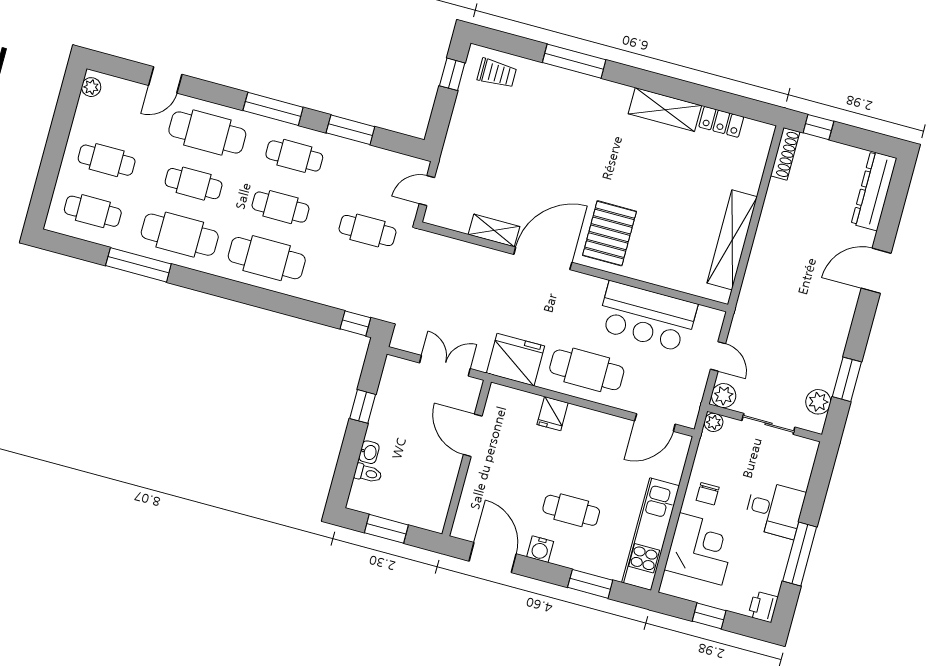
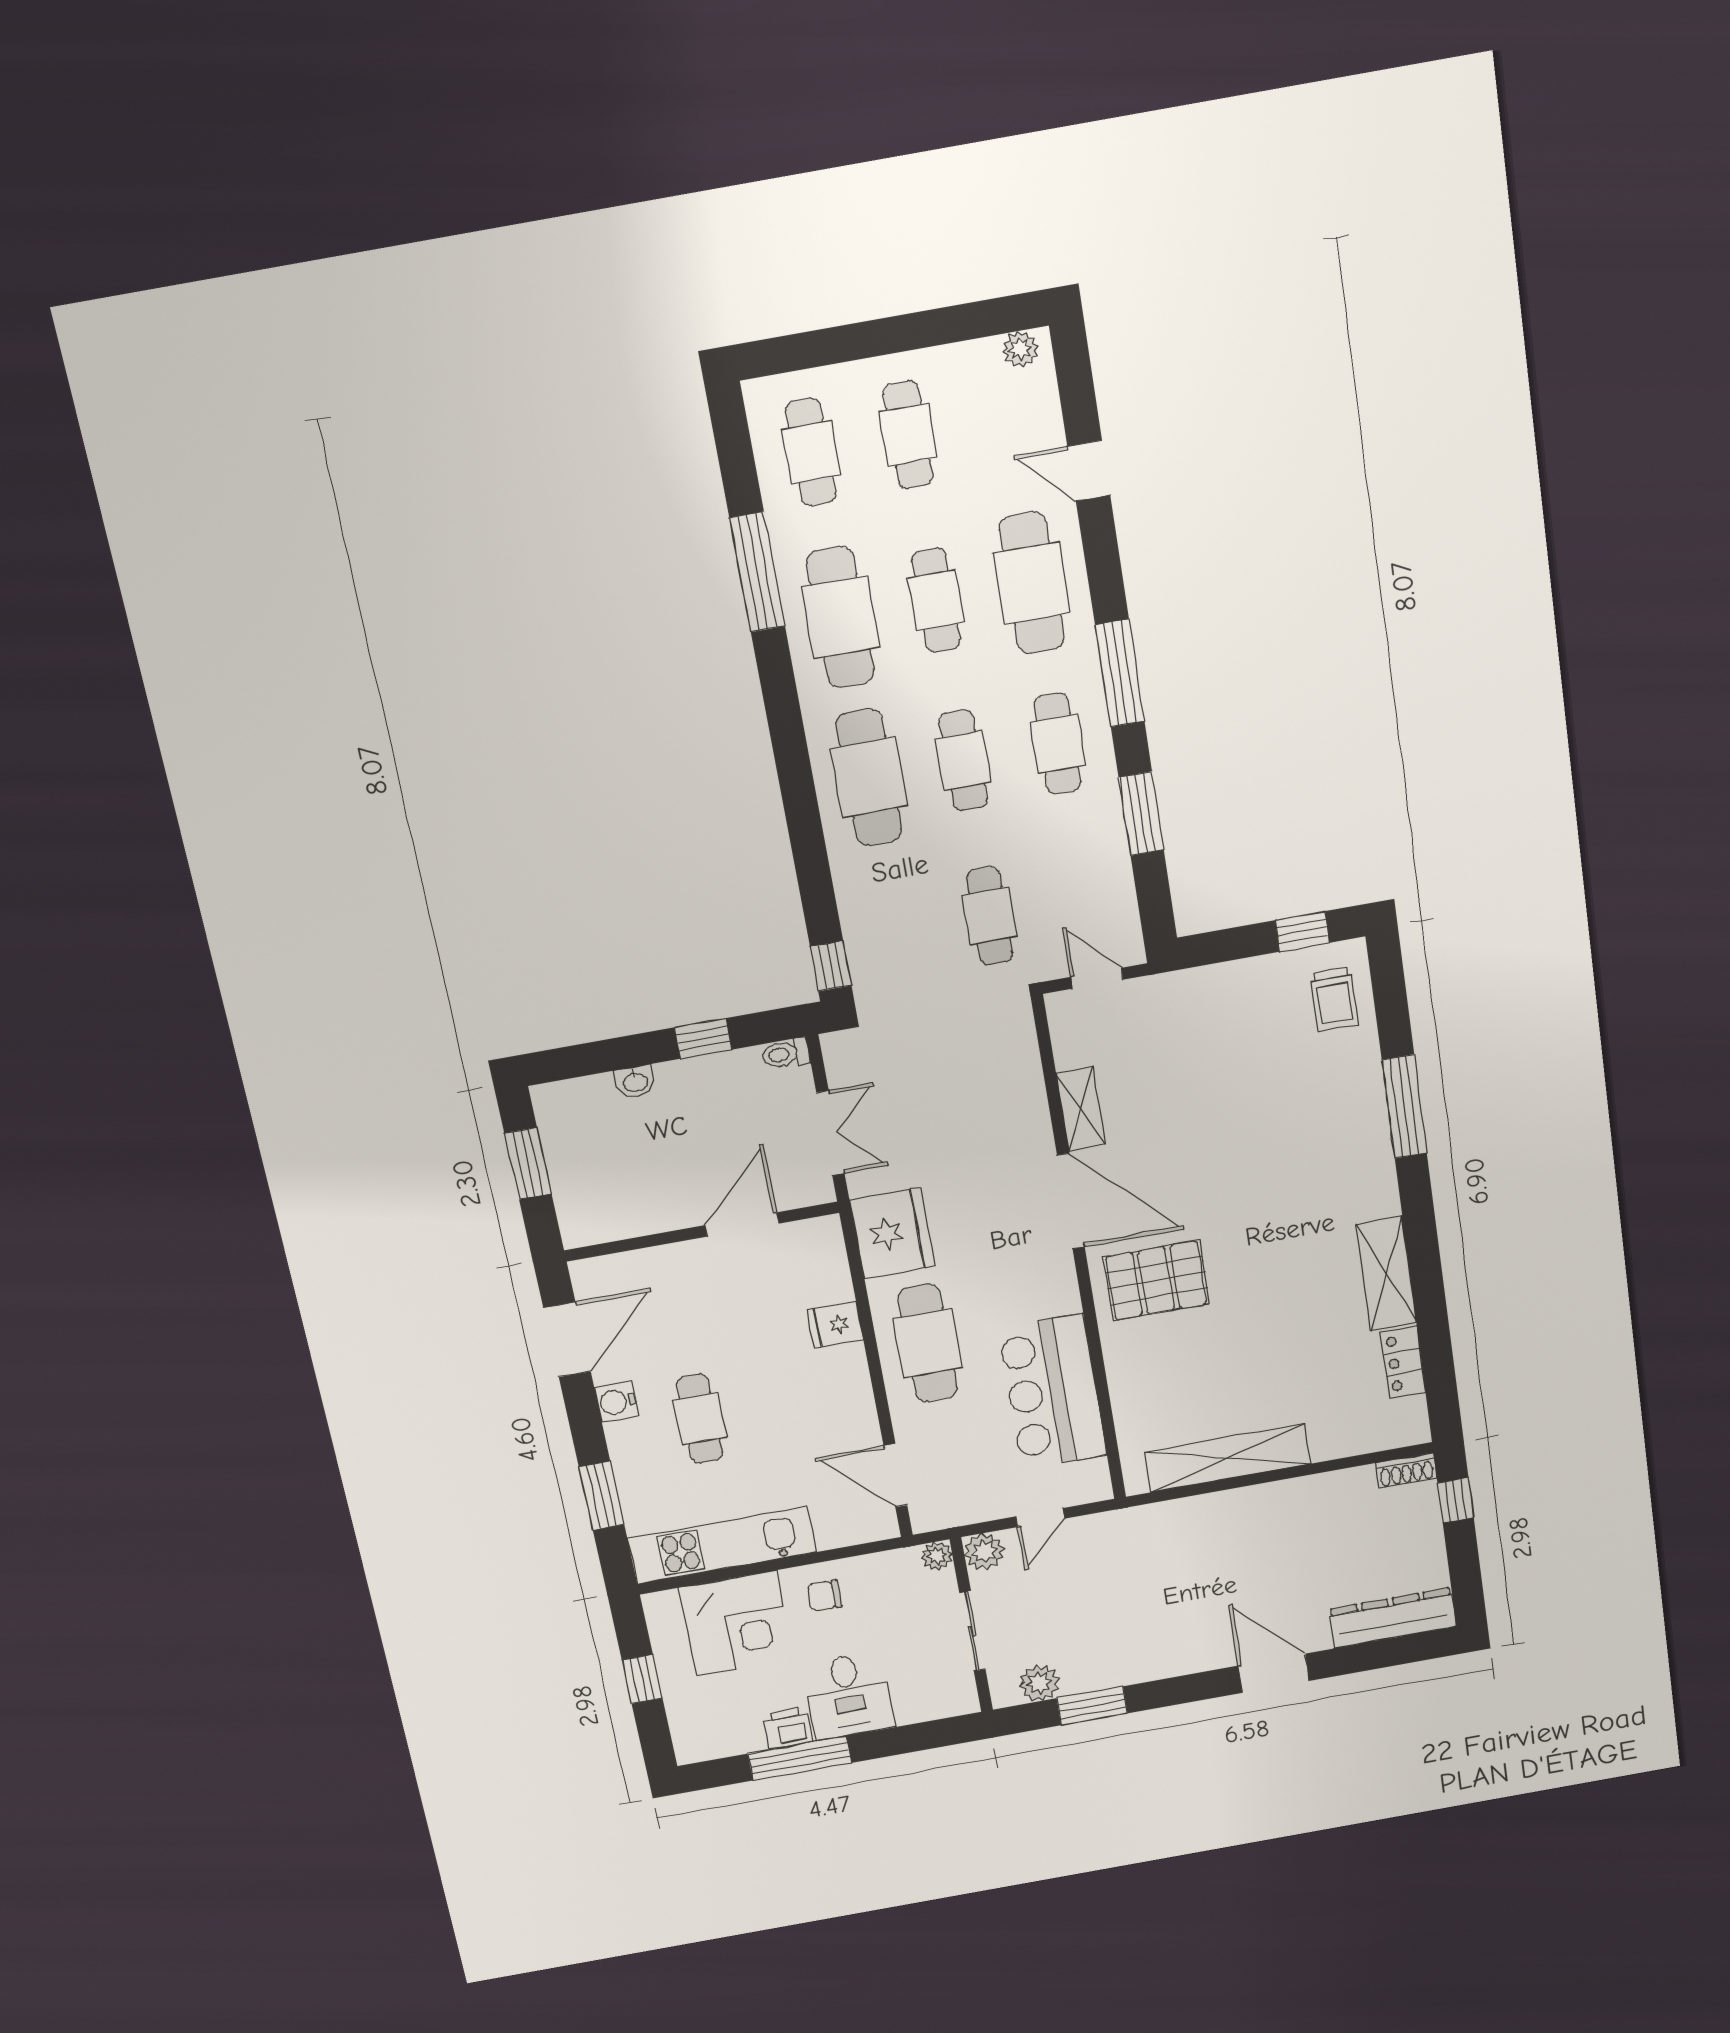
shoe rack: (785, 154) -> (1406, 1471), width x0.70
toilet: (368, 473) -> (786, 1054), moved, turned 90
printer: (763, 607) -> (788, 1728), moved

